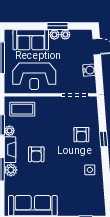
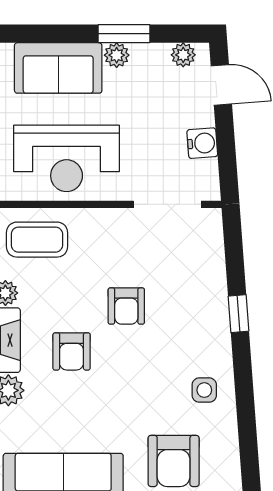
plant: (65, 35) -> (183, 55), moved
armchair: (81, 135) -> (126, 306), moved
armchair: (77, 199) -> (174, 461), added

